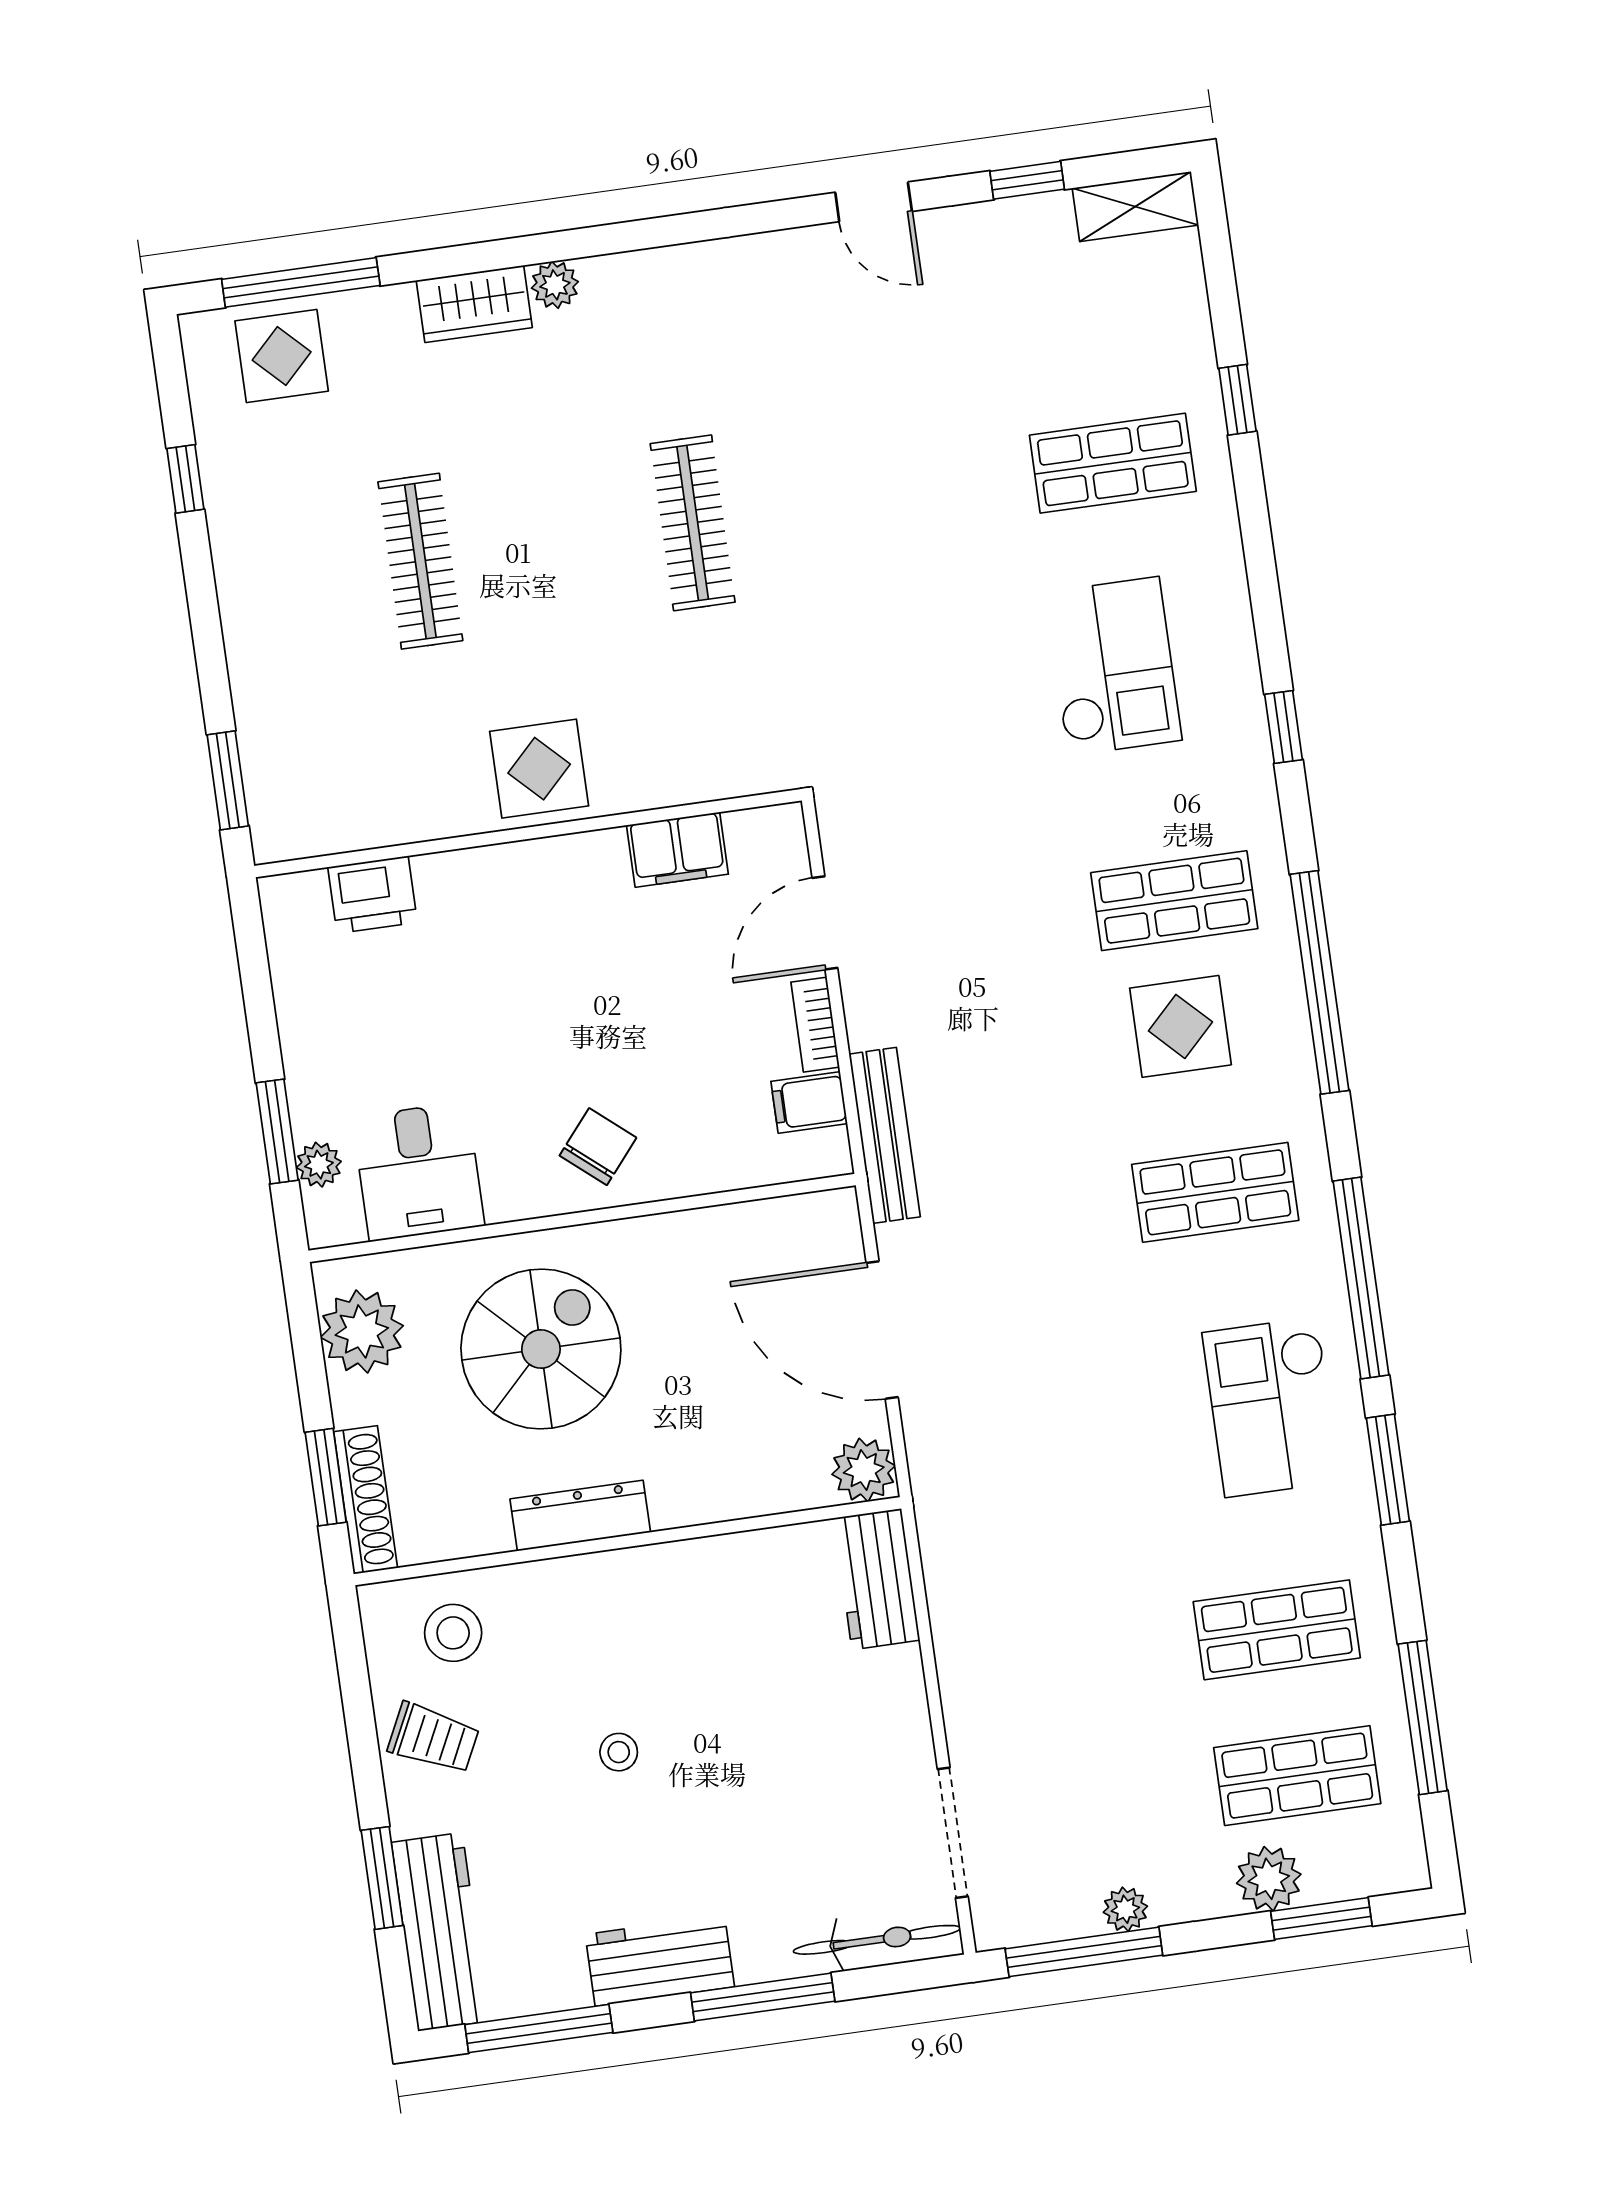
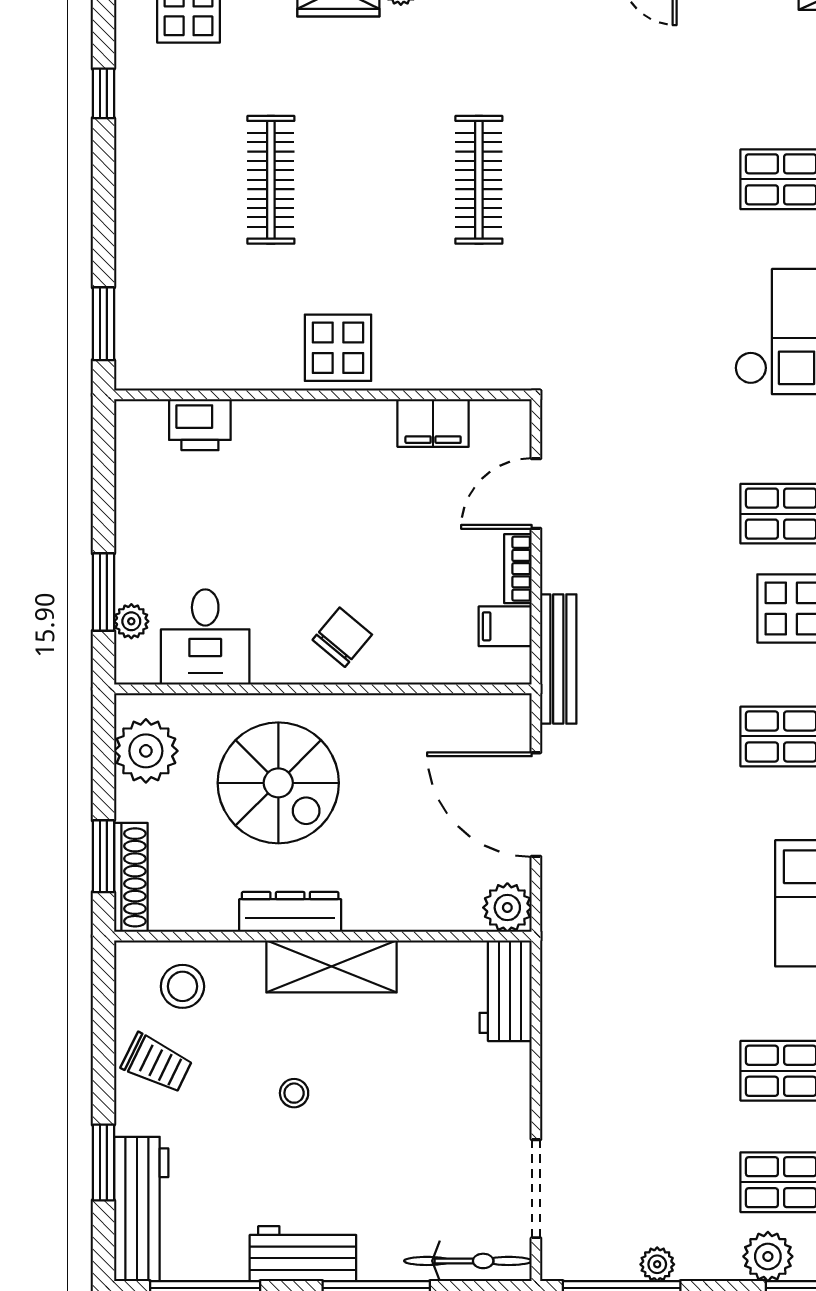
spiral stairs: (541, 1349) -> (278, 783), turned 90
shelving: (644, 1579) -> (332, 966), added

